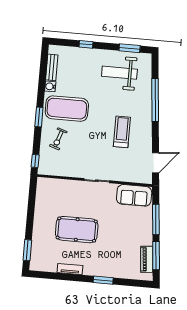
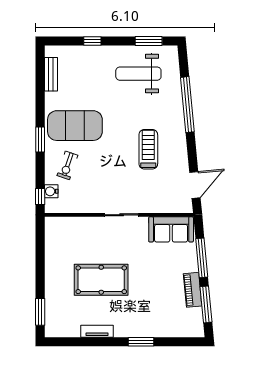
water cooler: (50, 86) -> (51, 191), moved
piano: (147, 259) -> (193, 290), moved

